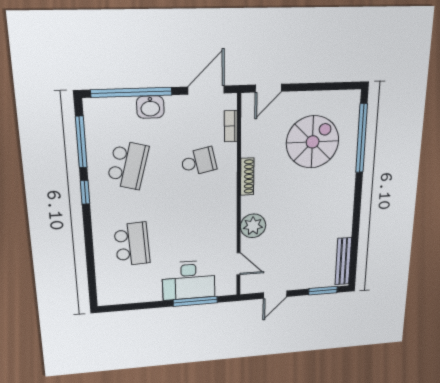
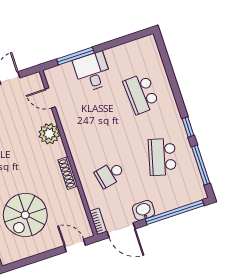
door: (268, 88) -> (75, 245), hinge flipped
door: (206, 90) -> (121, 230), hinge flipped
washbasin: (150, 107) -> (144, 210), moved
bookcase: (231, 126) -> (98, 221), moved
desk: (189, 280) -> (92, 72), width x0.73

